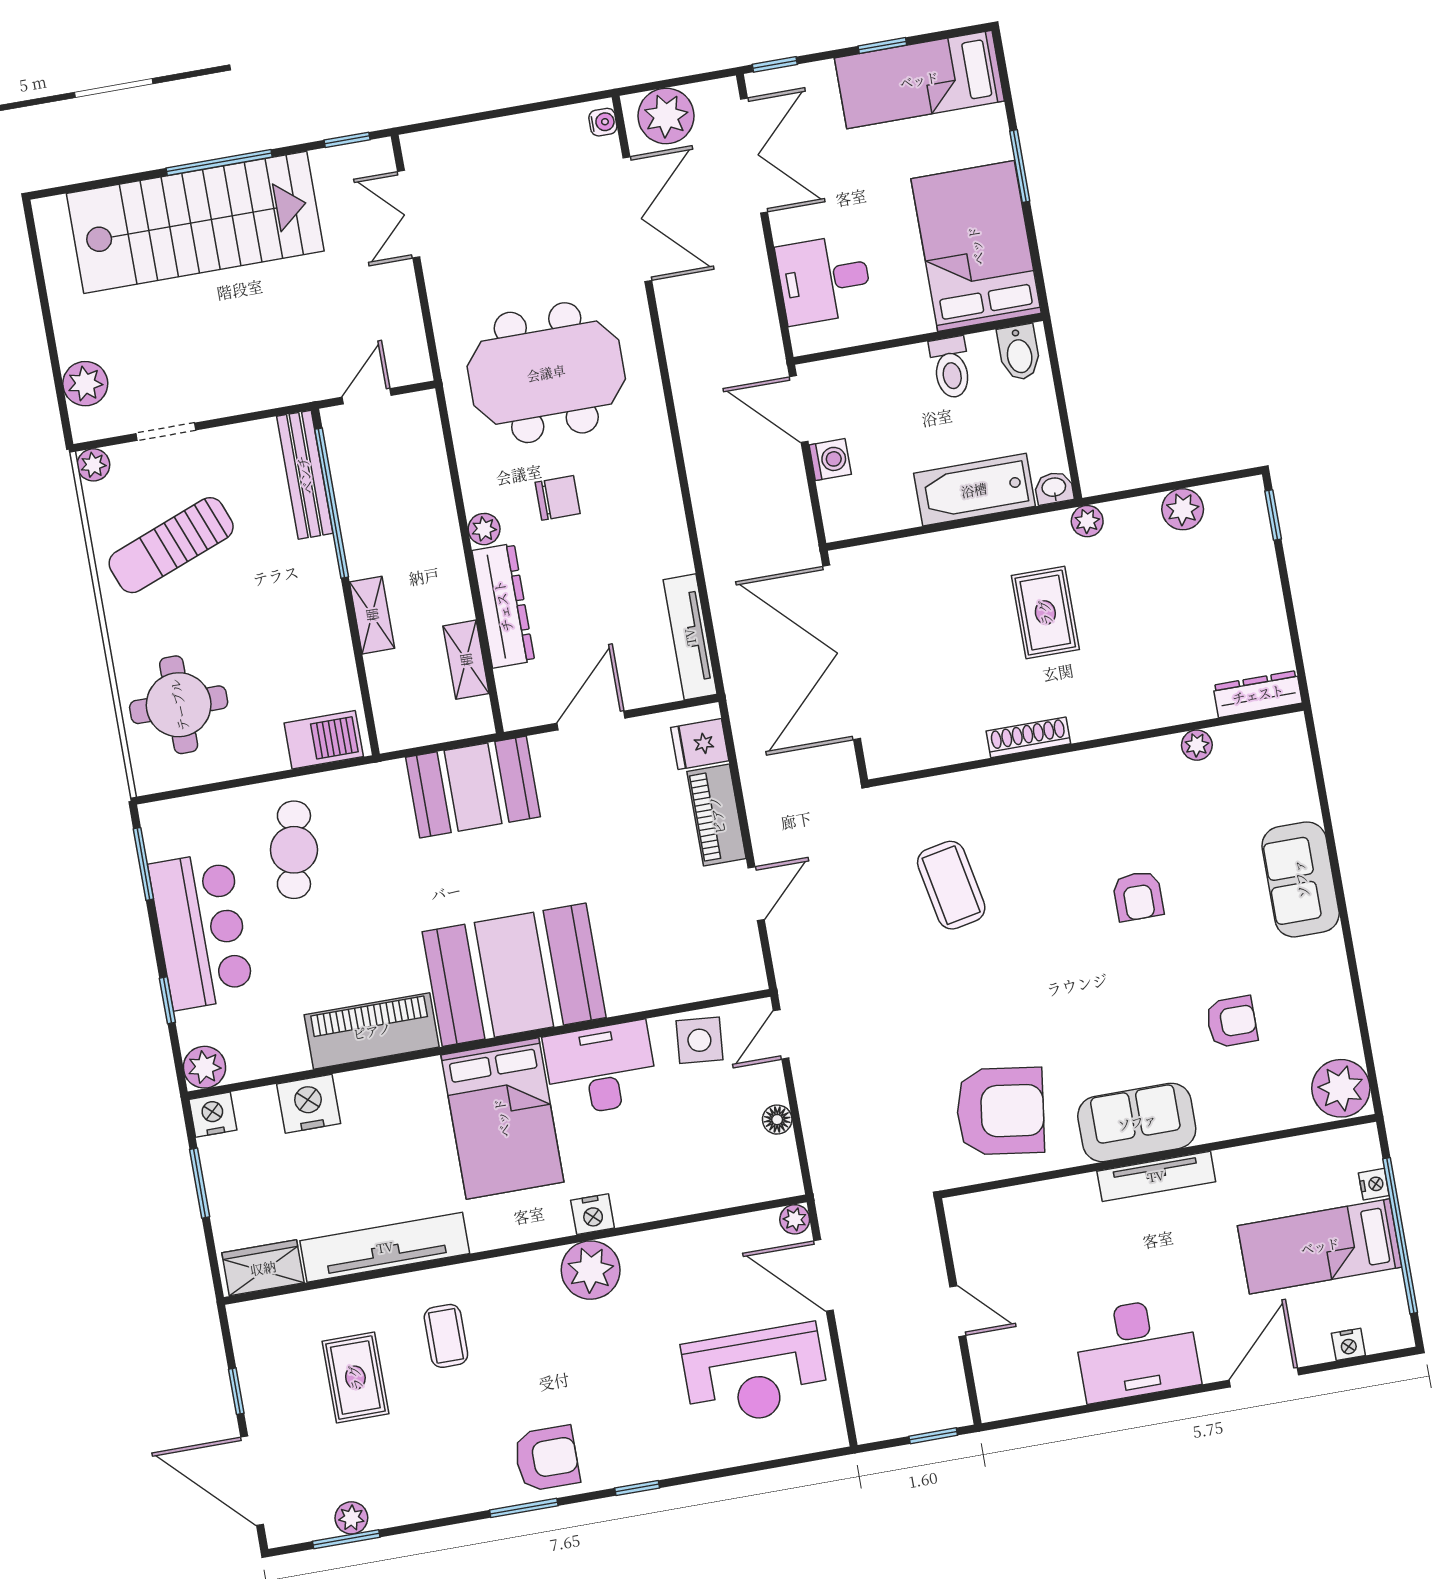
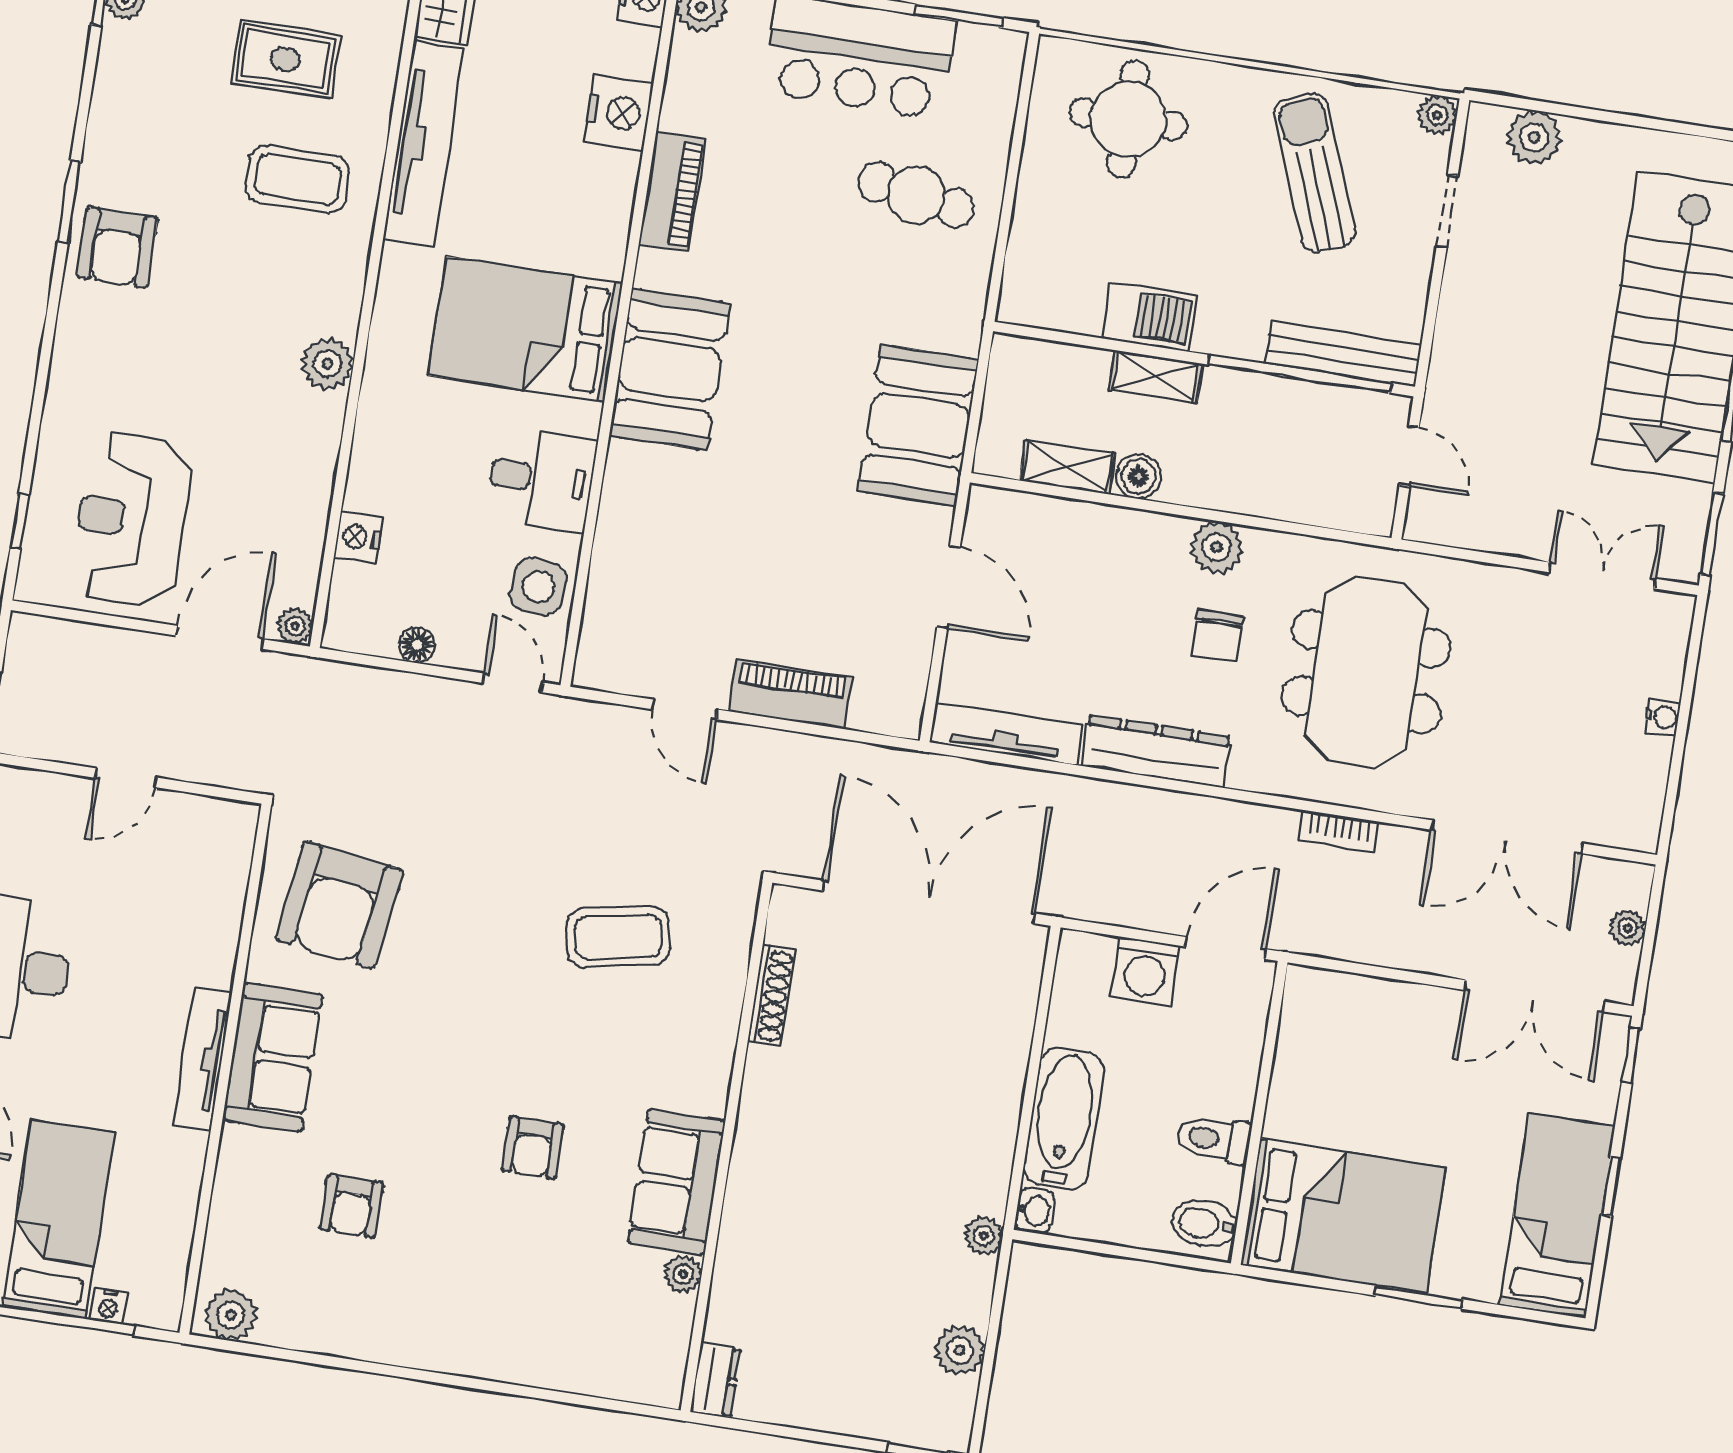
plant: (666, 116) -> (1628, 928), width x0.53, depth x0.53
water cooler: (603, 122) -> (1663, 717), moved, turned -90
window: (347, 140) -> (1712, 534), width x1.50
desk: (824, 279) -> (1364, 1028), removed
bookcase: (678, 352) -> (1339, 831), added
washing machine: (830, 460) -> (1145, 971), width x1.38, depth x1.38
plant: (484, 529) -> (1217, 547), width x1.38, depth x1.38
boiler: (454, 602) -> (1138, 476), added
dresser: (503, 606) -> (1156, 751), moved, turned 180
rug: (1045, 613) -> (895, 1152), removed
dresser: (1258, 694) -> (716, 1380), width x0.70
shoe rack: (1028, 737) -> (772, 996), moved
barbecue: (324, 740) -> (1150, 317), moved, turned -90
fridge: (700, 744) -> (879, 703), removed
sofa: (1301, 879) -> (676, 1182), moved, turned -90
armchair: (1138, 896) -> (532, 1147), turned -90
booth: (514, 975) -> (670, 369), width x0.73, depth x0.70
piano: (372, 1031) -> (672, 192), width x0.73, depth x0.75
desk: (601, 1069) -> (542, 479), width x0.73
plant: (1341, 1088) -> (231, 1315), width x0.73, depth x0.73
nightstand: (593, 1214) -> (358, 537), moved
plant: (591, 1270) -> (327, 364), width x0.73, depth x0.73
coffee table: (446, 1336) -> (298, 179), width x1.36, depth x1.30
window: (637, 1488) -> (20, 521), moved

